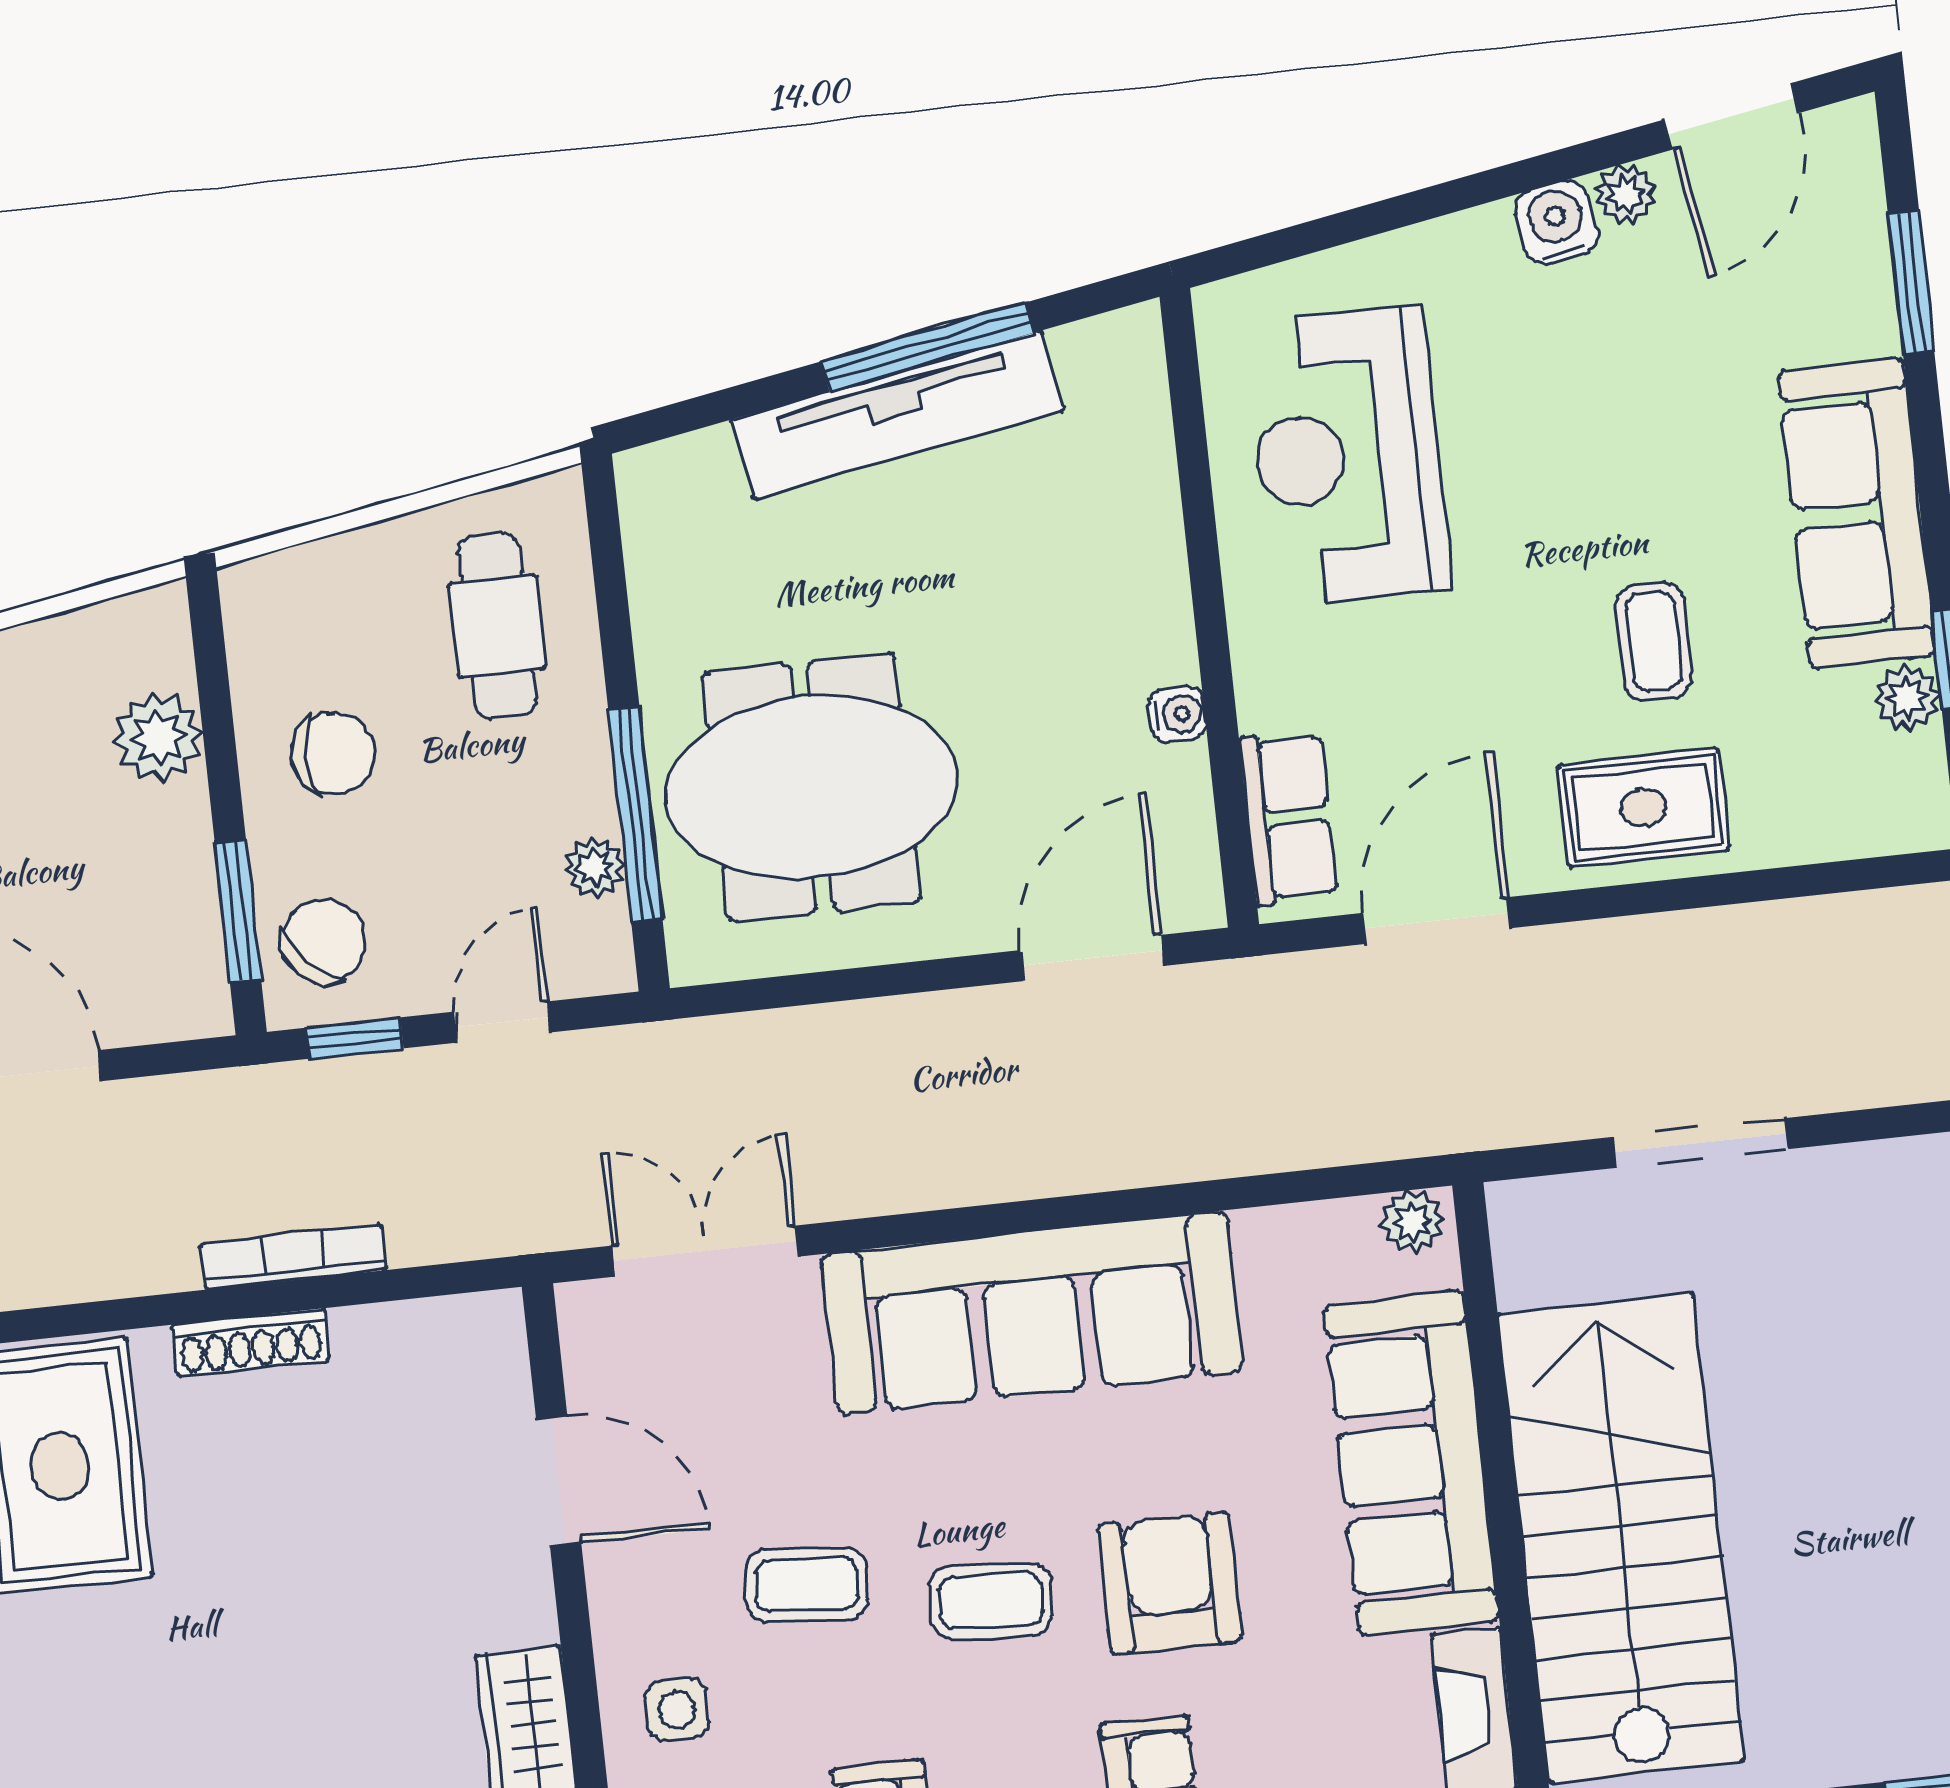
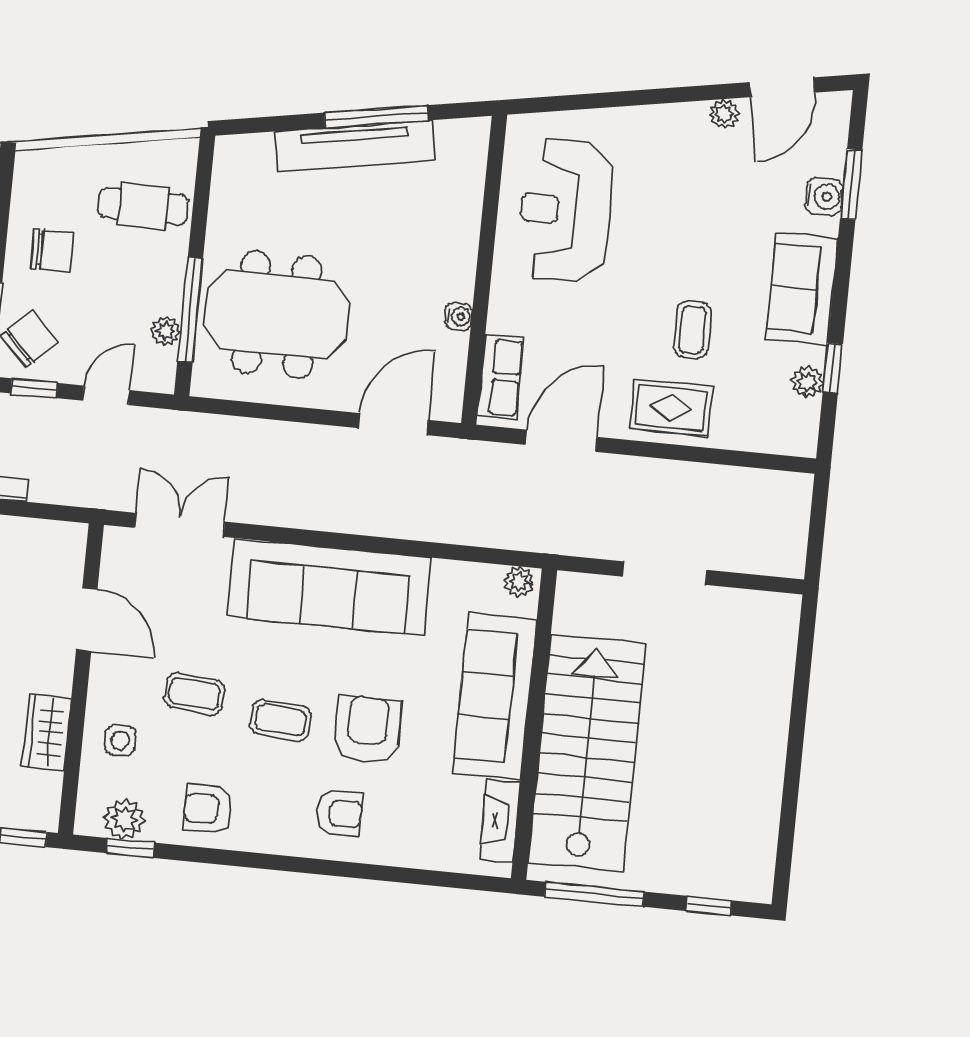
water cooler: (1556, 222) -> (824, 196), moved, turned 100
sofa: (1857, 513) -> (802, 289), width x0.73
cafe table: (497, 626) -> (143, 206), turned 90

